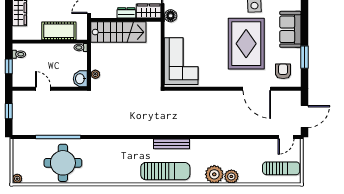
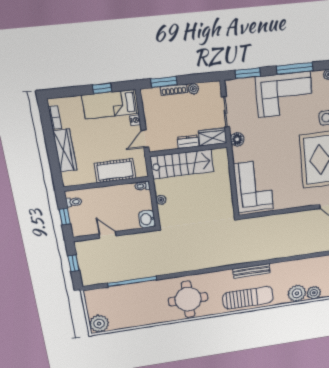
plant: (95, 74) -> (161, 200), moved
round table: (63, 163) -> (188, 299), moved
plant: (17, 179) -> (99, 324), width x1.88, depth x1.88

